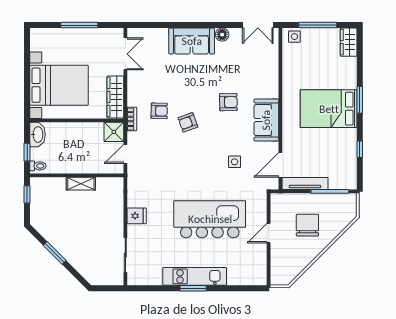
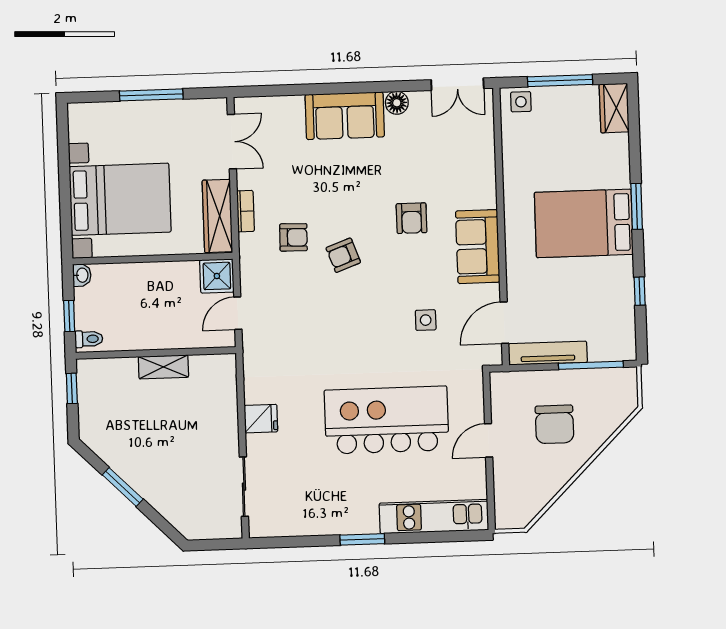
armchair: (228, 102) -> (412, 218), turned 91
bookcase: (132, 119) -> (245, 211), moved
washbasin: (37, 135) -> (82, 275), width x0.52, depth x0.69
chair: (307, 225) -> (554, 424), turned 180
kitchen unit: (195, 276) -> (434, 517), moved

